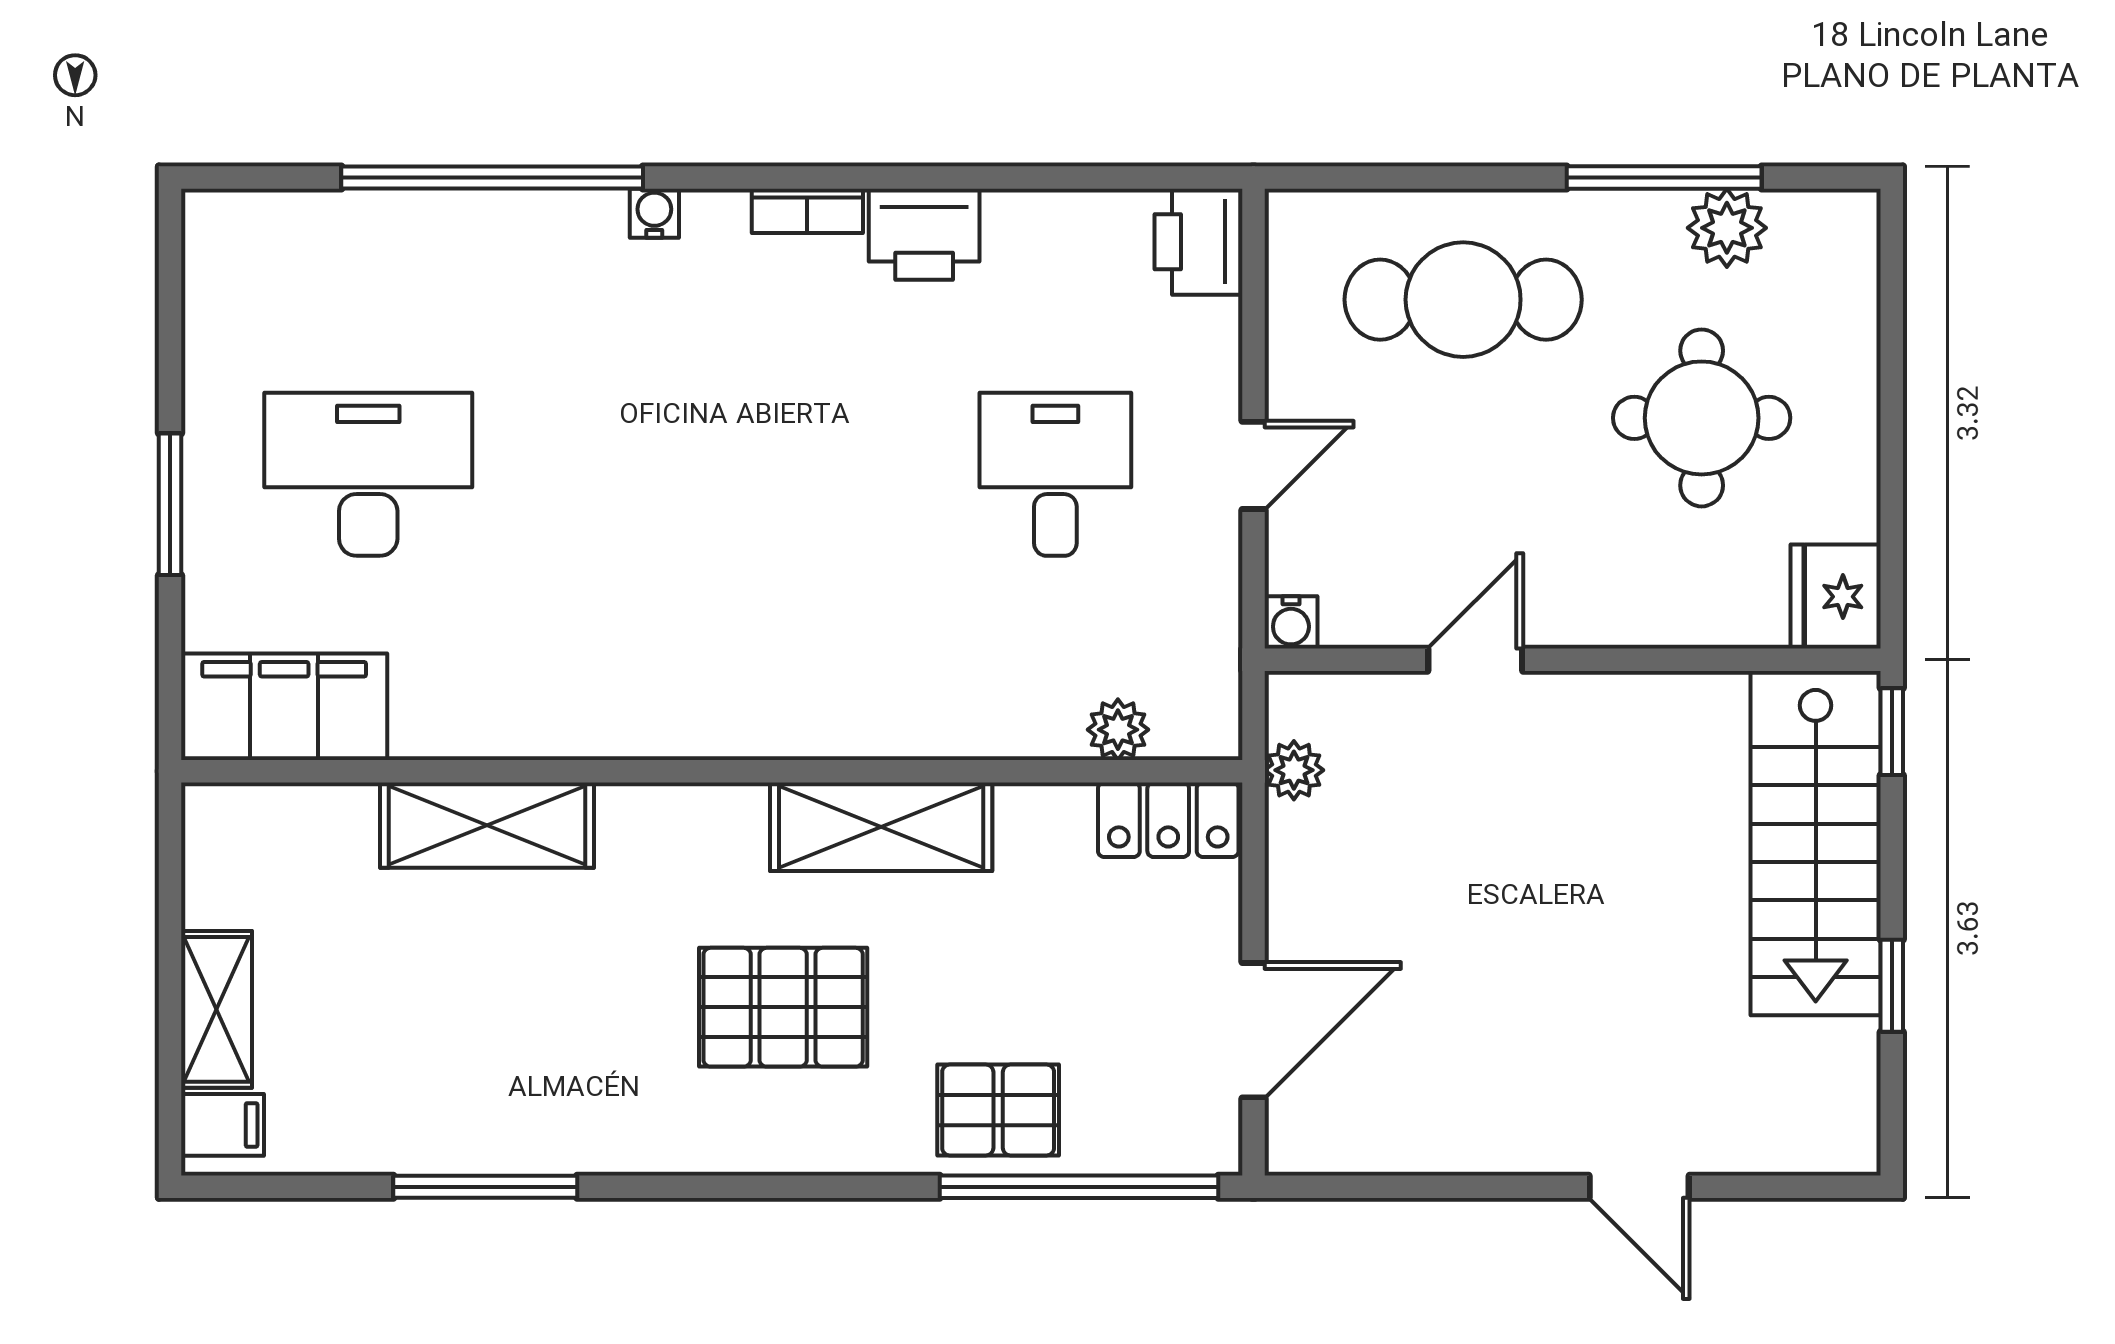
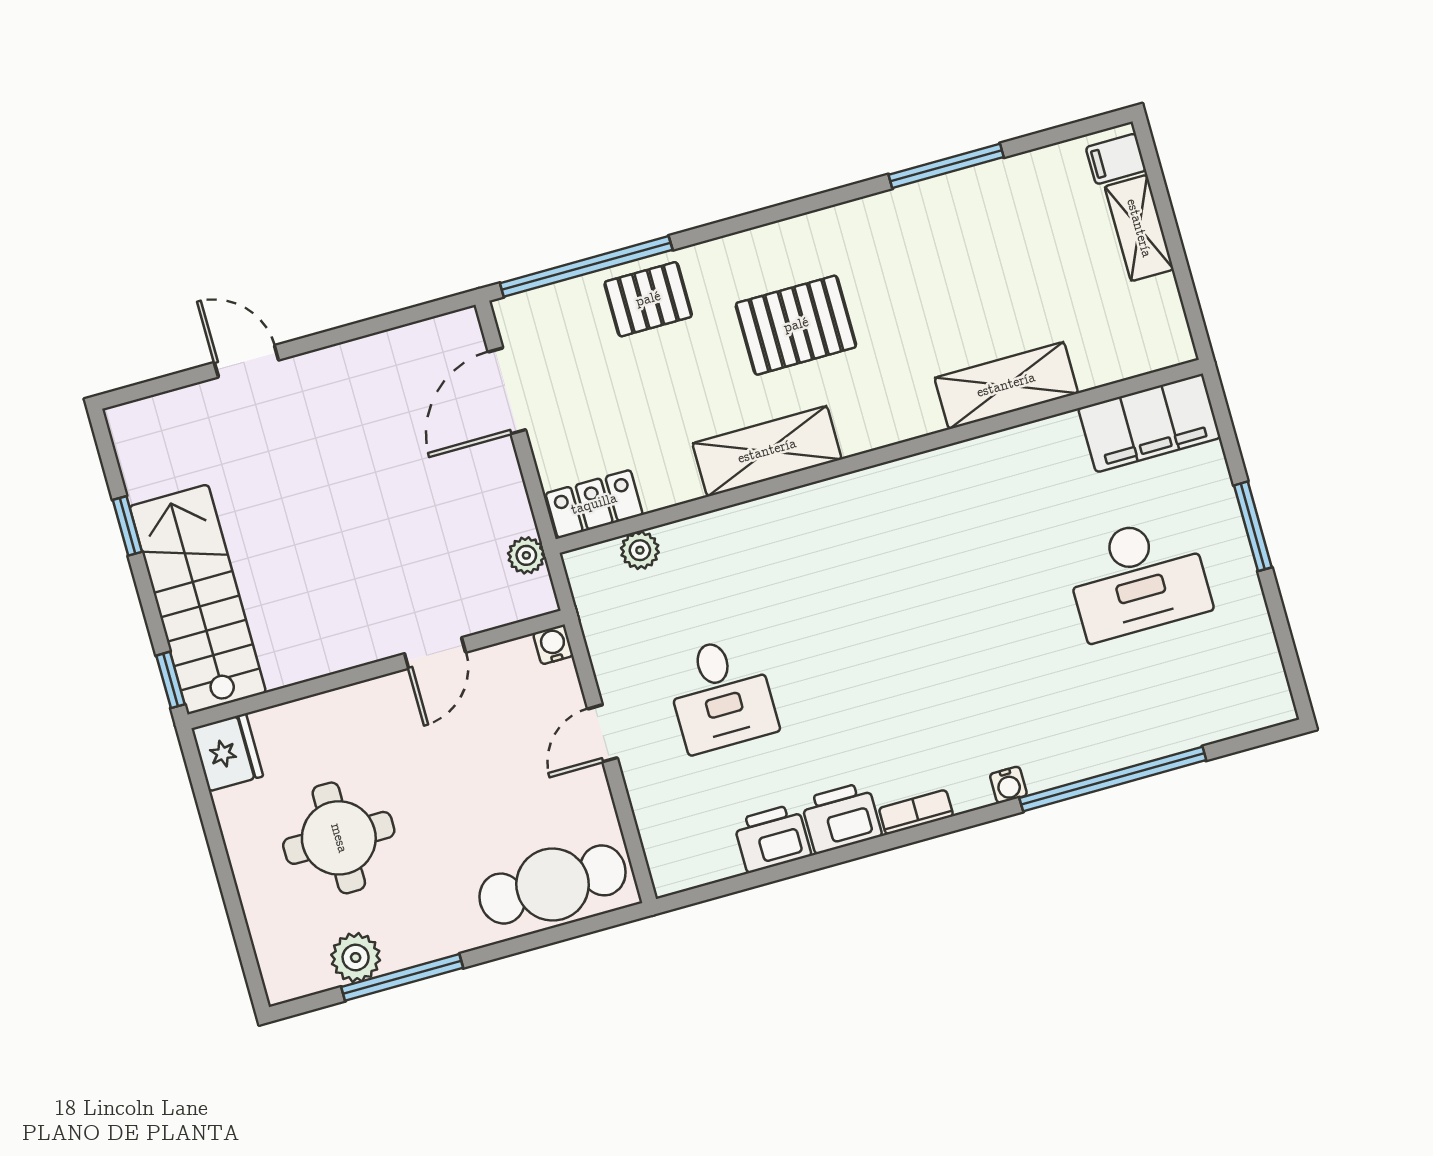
printer: (1198, 242) -> (772, 838), moved, turned -90
cafe table: (1463, 300) -> (553, 884), moved

